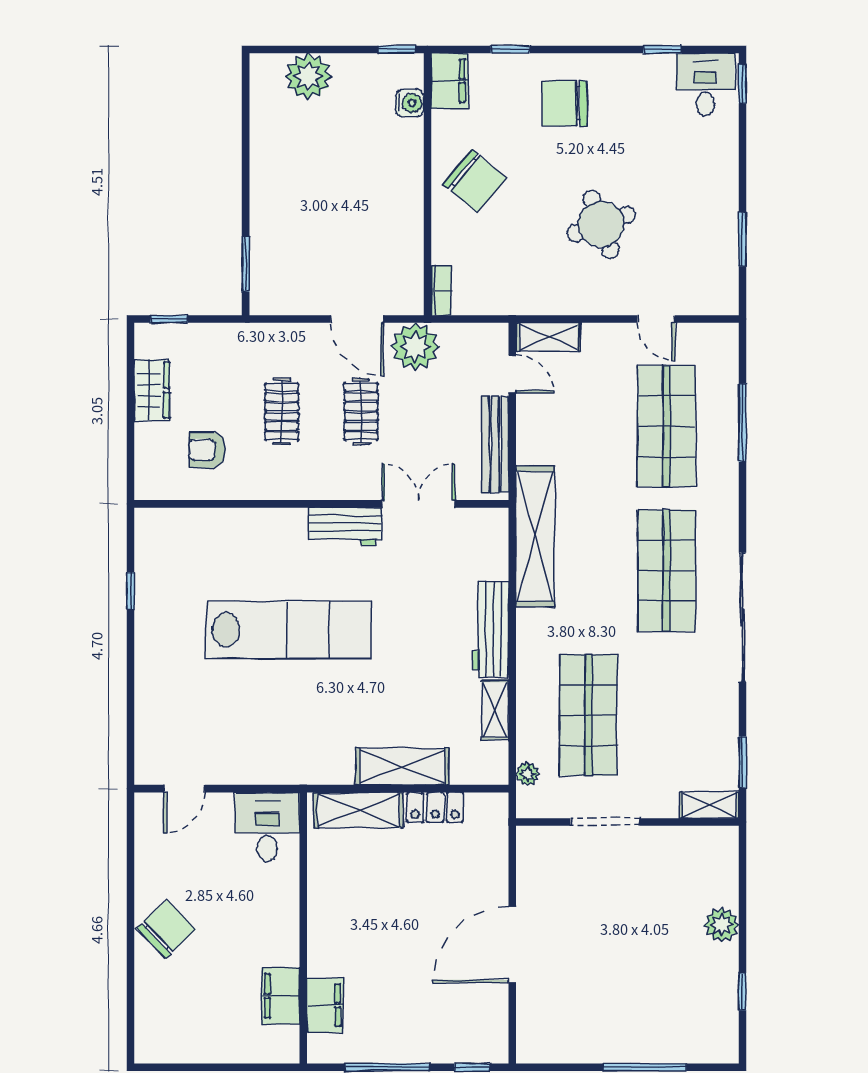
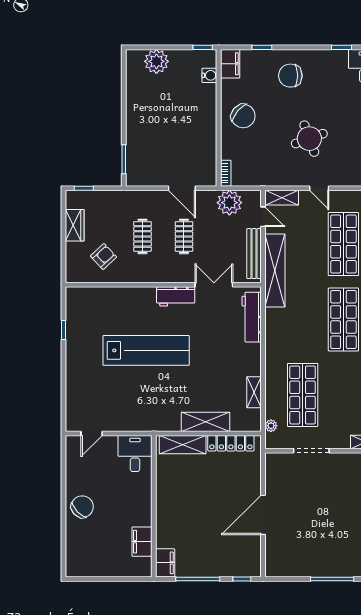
door: (656, 319) -> (319, 188), moved
plant: (415, 347) -> (229, 203), moved
armchair: (207, 450) -> (103, 256), turned 137
shelving: (535, 536) -> (275, 271), moved
workbench: (491, 629) -> (252, 317), moved
locker: (435, 807) -> (231, 443), width x1.53
filing cabinet: (325, 1005) -> (165, 563), moved

